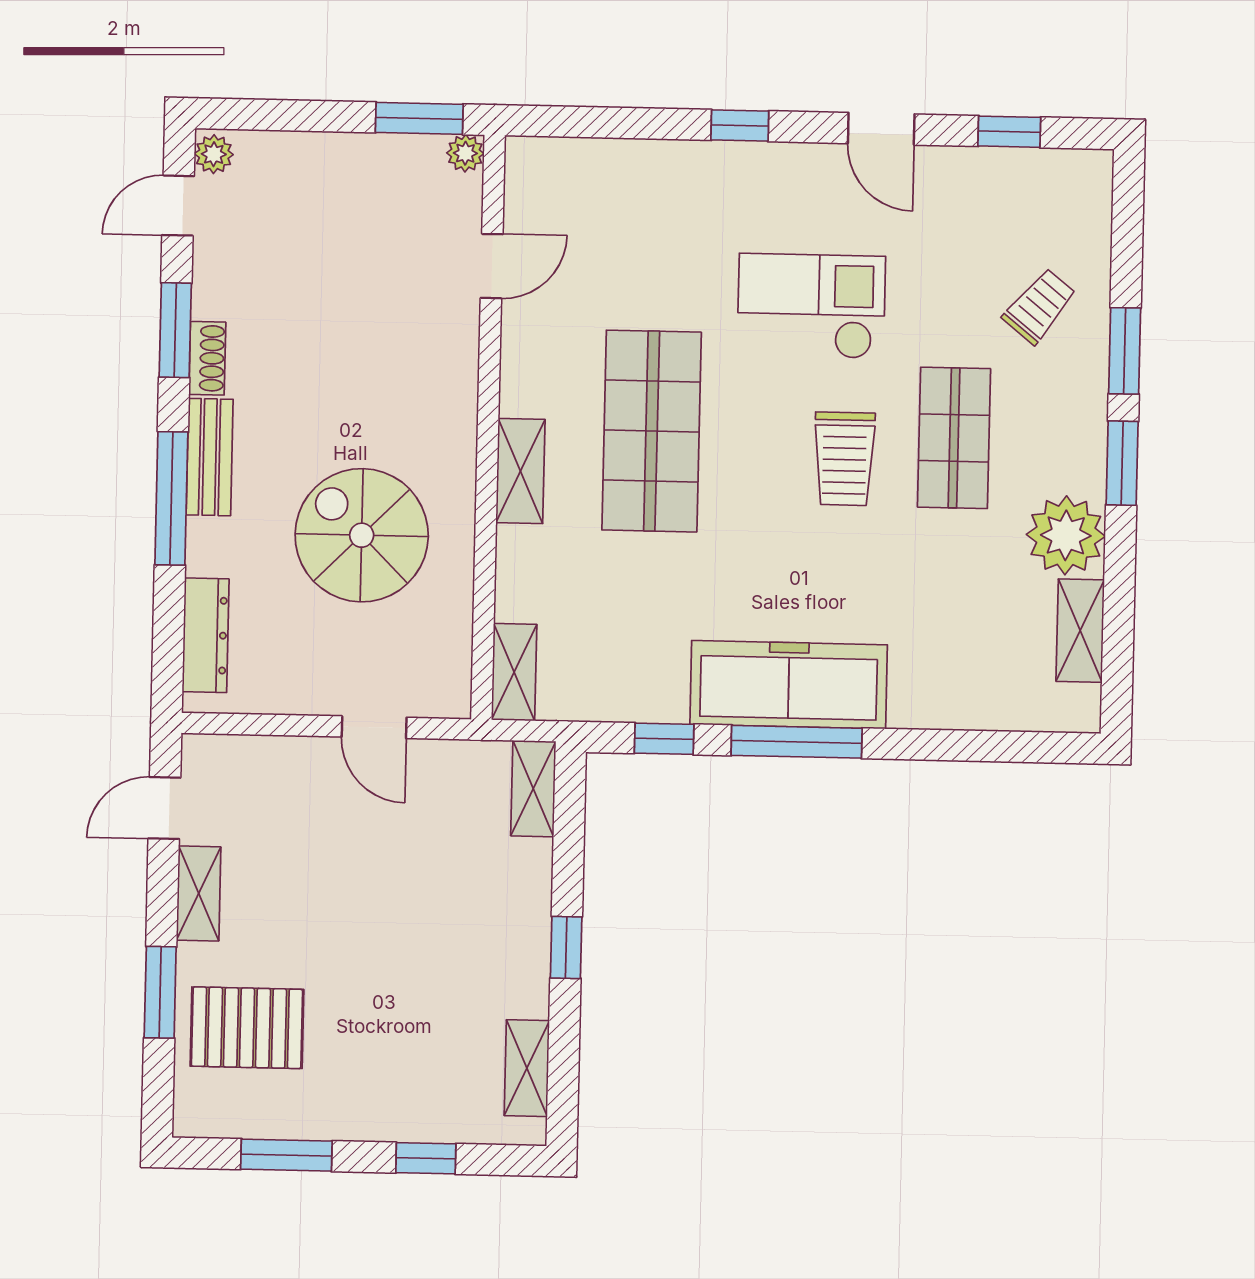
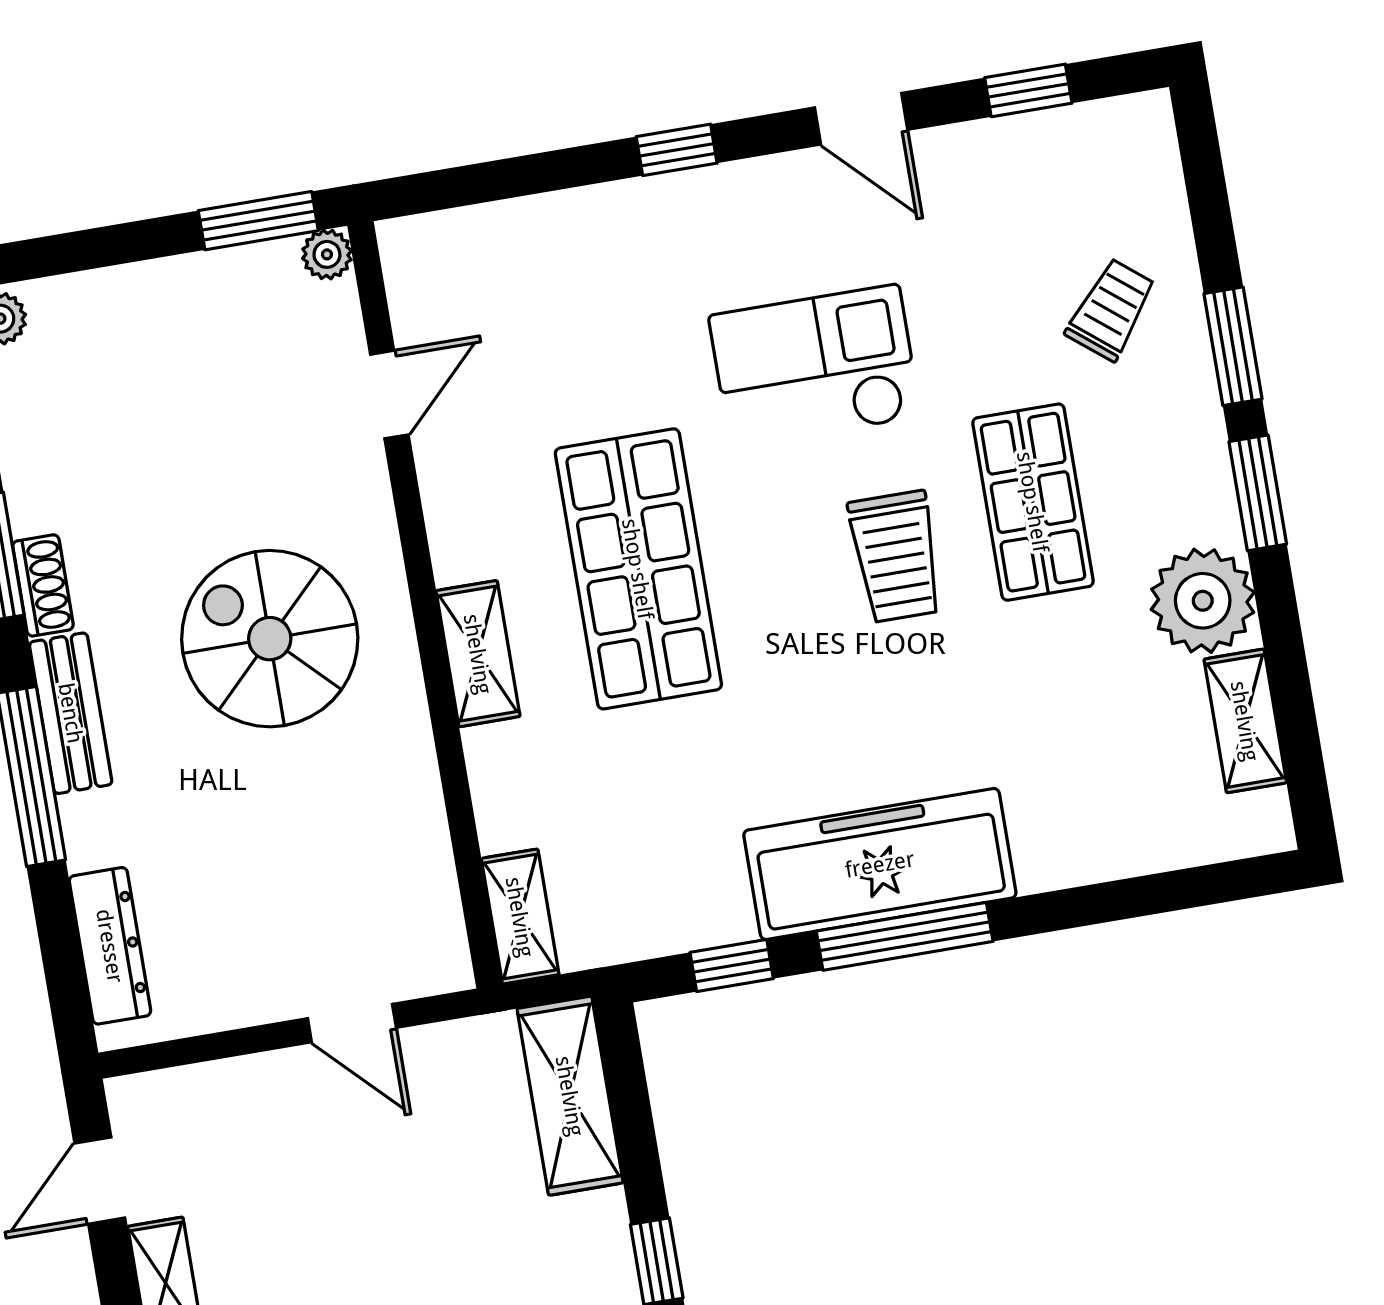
spiral stairs: (362, 535) -> (270, 639), moved
shelving: (533, 789) -> (570, 1096), width x1.50, depth x1.33

